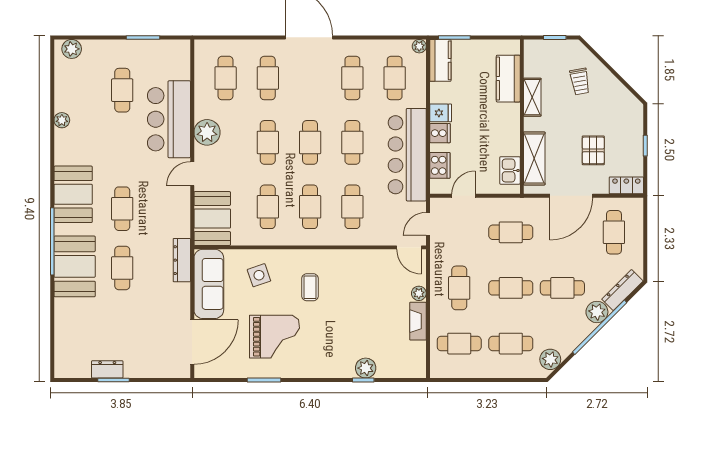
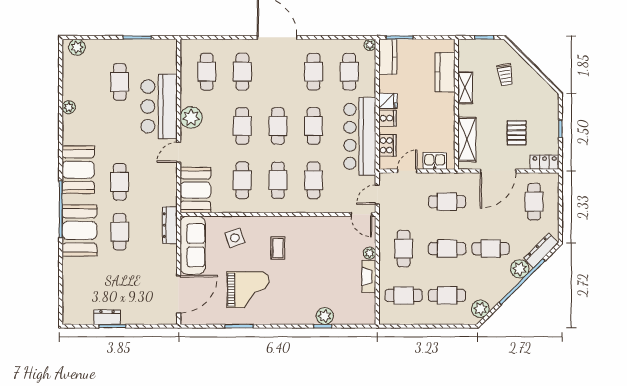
kitchen sink: (510, 170) -> (435, 161), moved, turned 90

